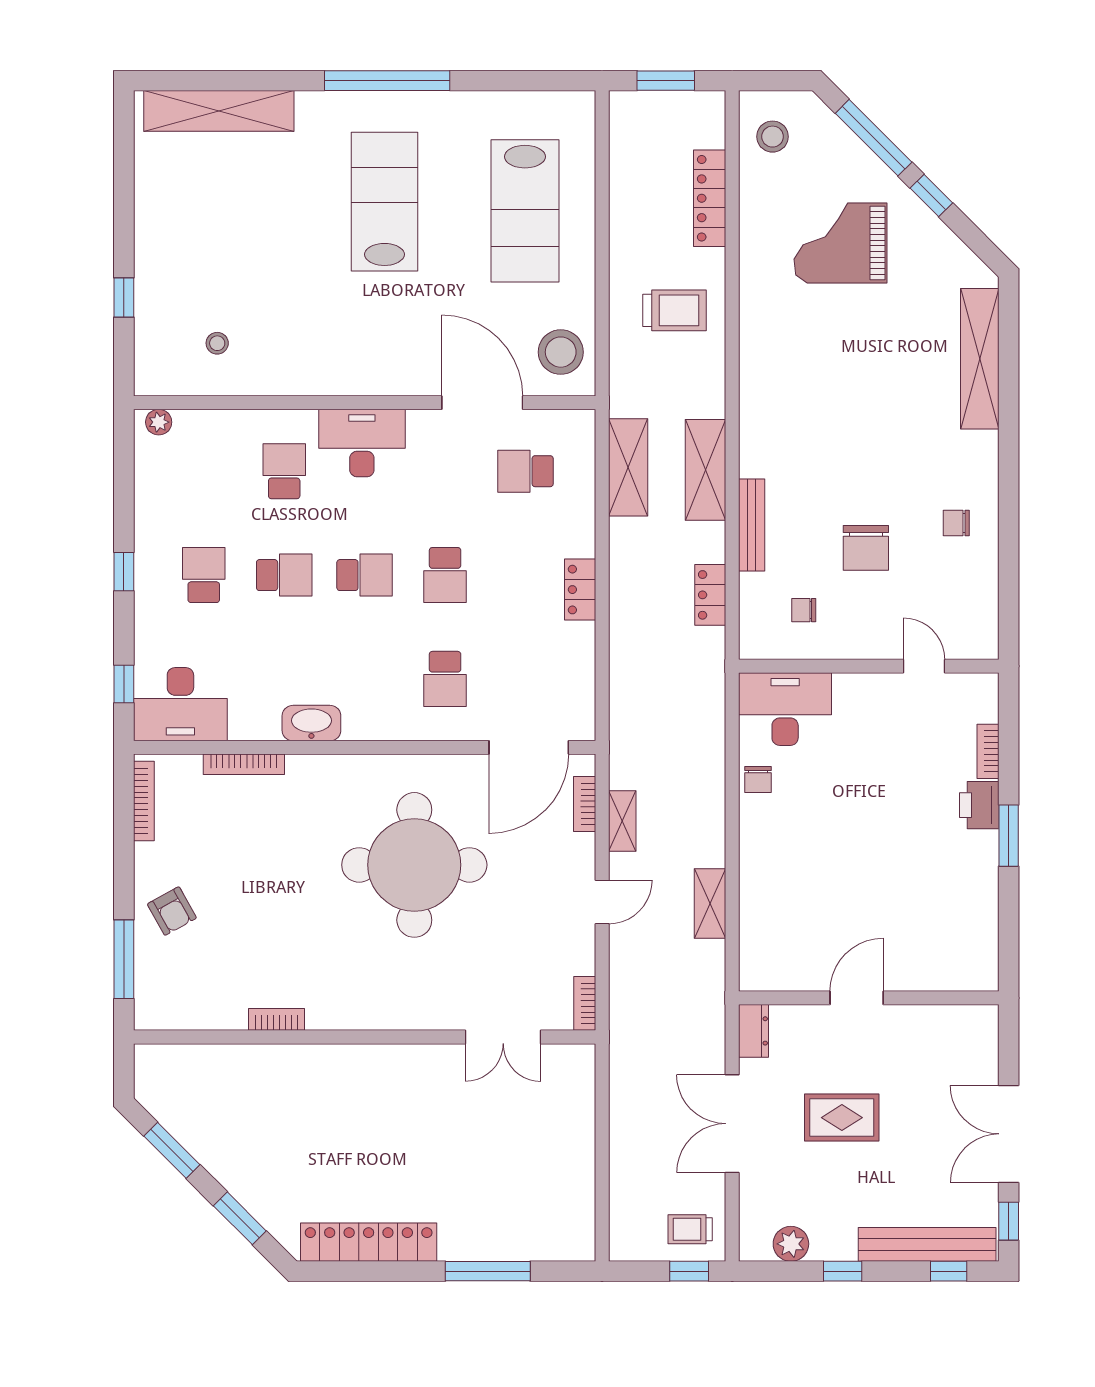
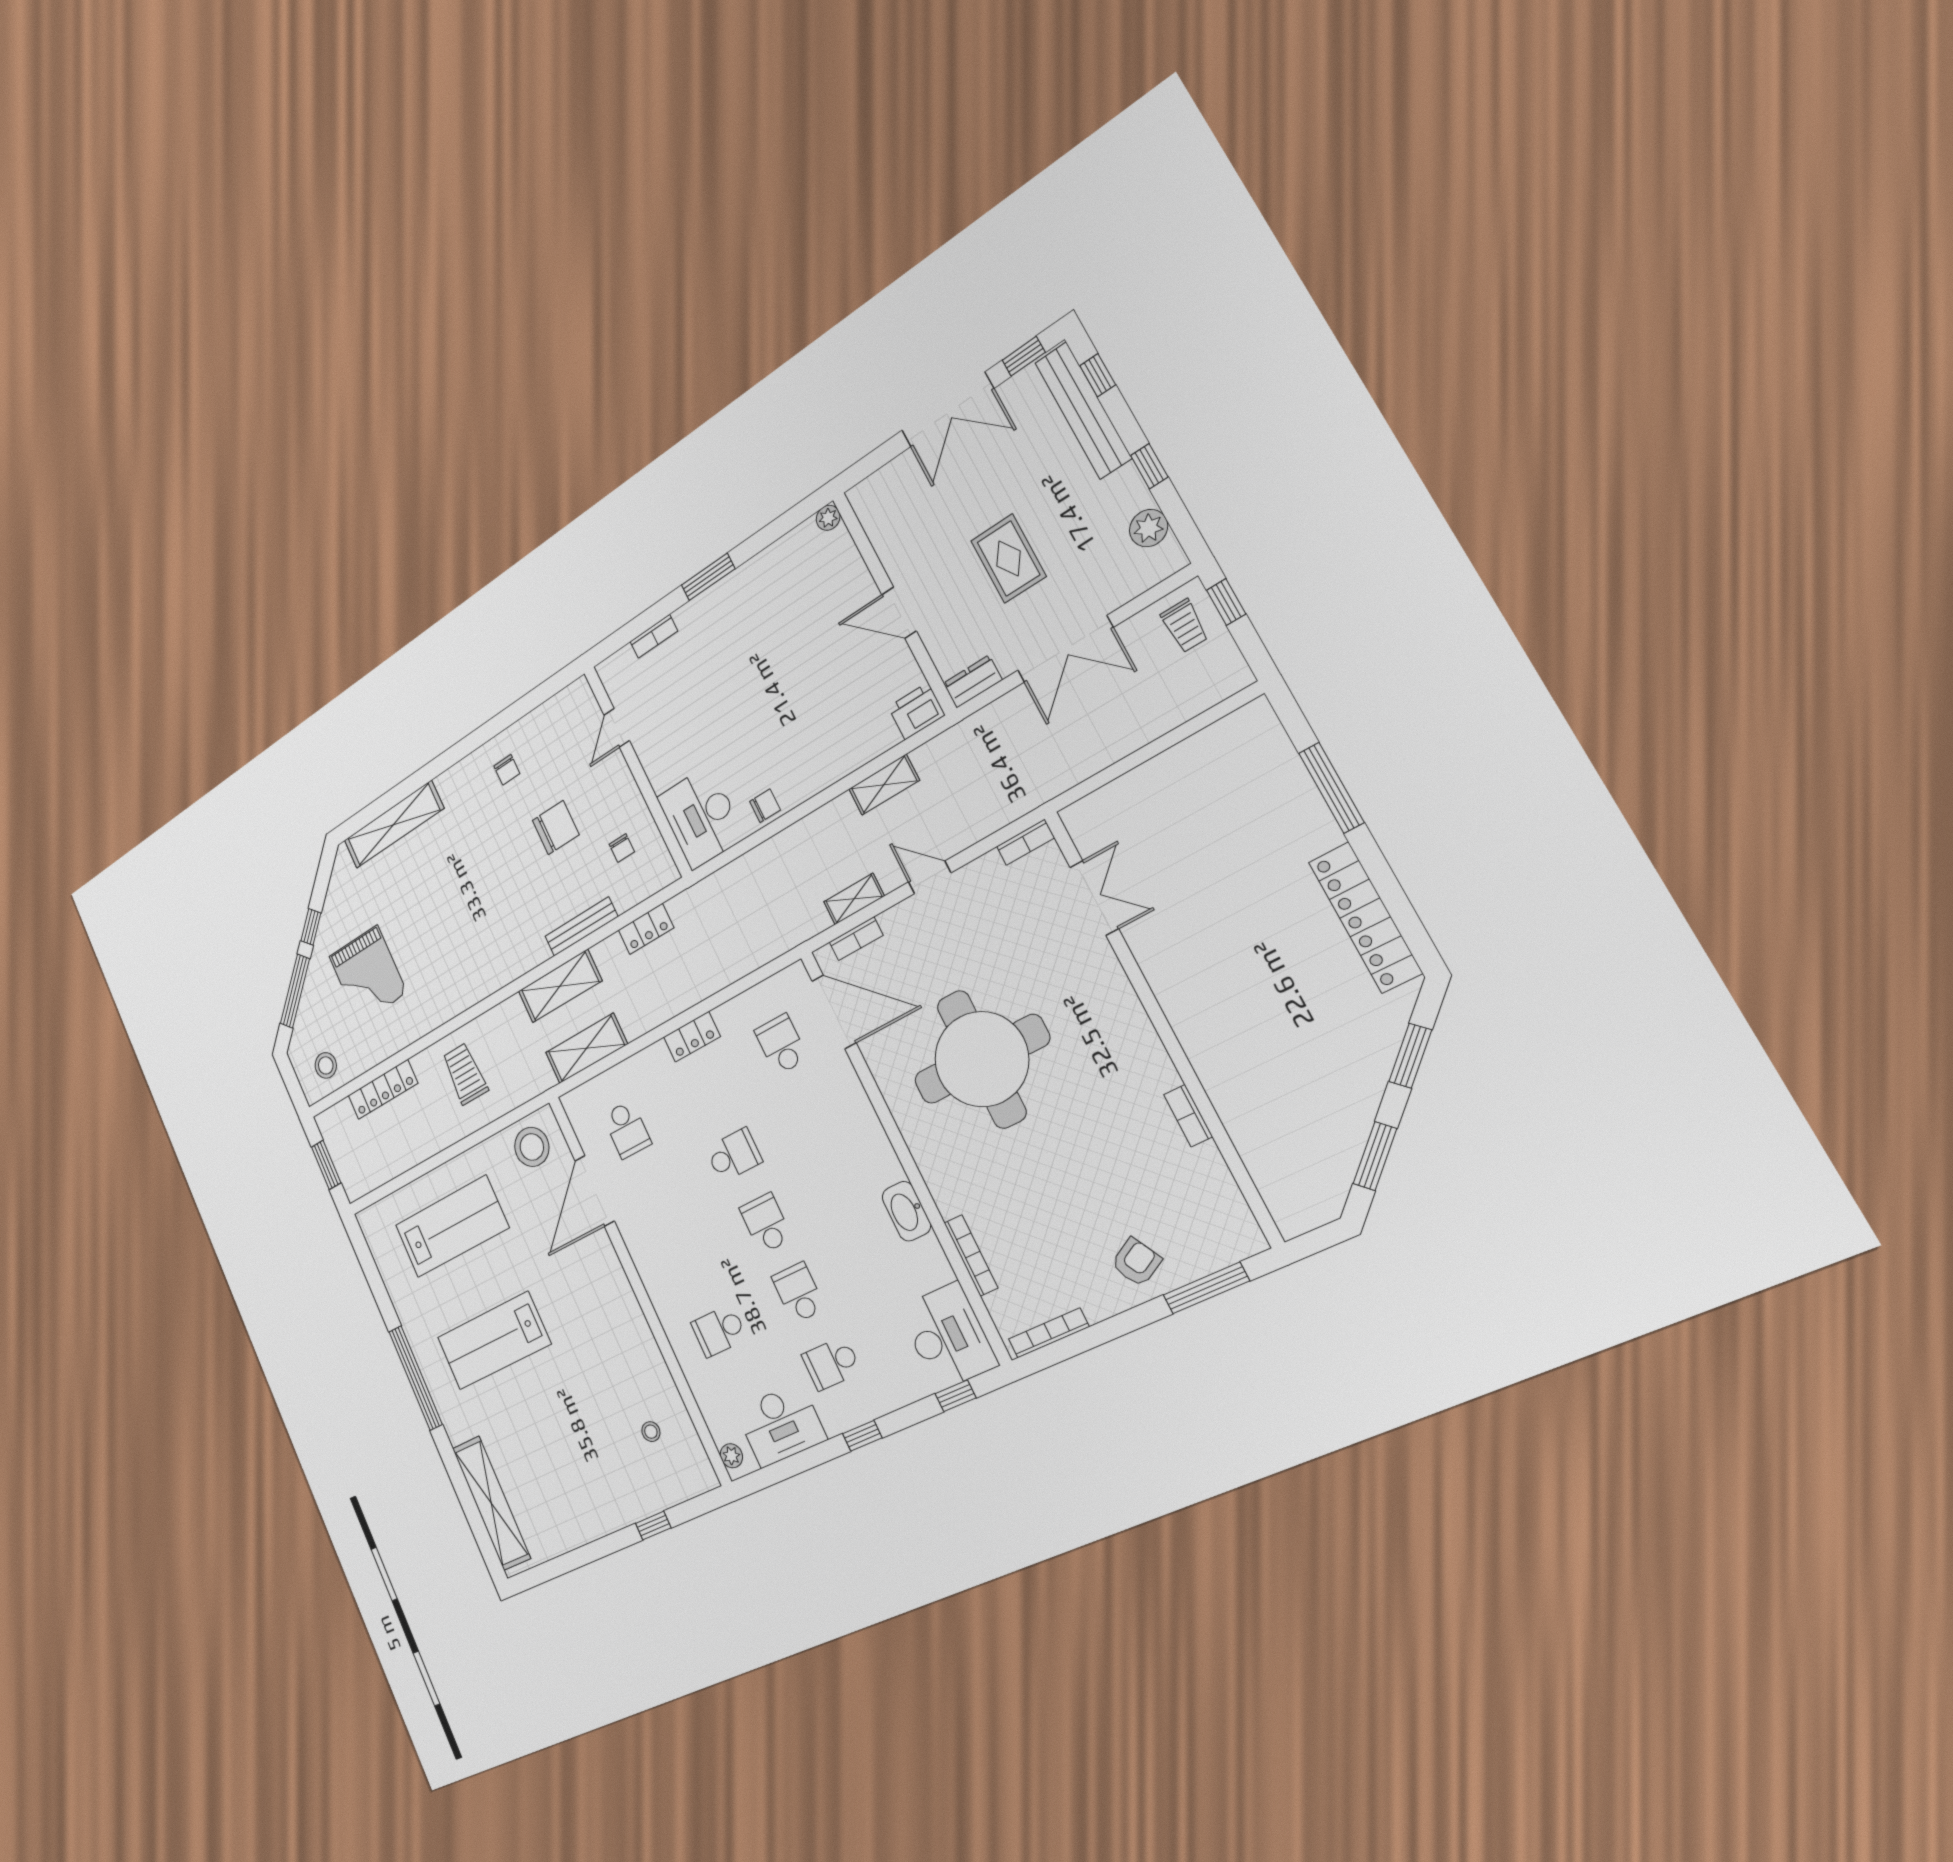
desk: (362, 443) -> (781, 1425), moved, turned -90
school desk: (445, 679) -> (781, 1044), moved, turned -90
printer: (979, 805) -> (916, 711), moved, turned 180
plant: (986, 979) -> (828, 518), added

